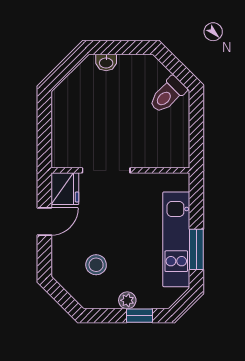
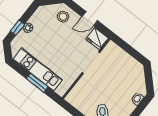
door: (44, 222) -> (90, 19), hinge flipped
window: (196, 249) -> (37, 83), moved
stool: (96, 265) -> (63, 17), moved

